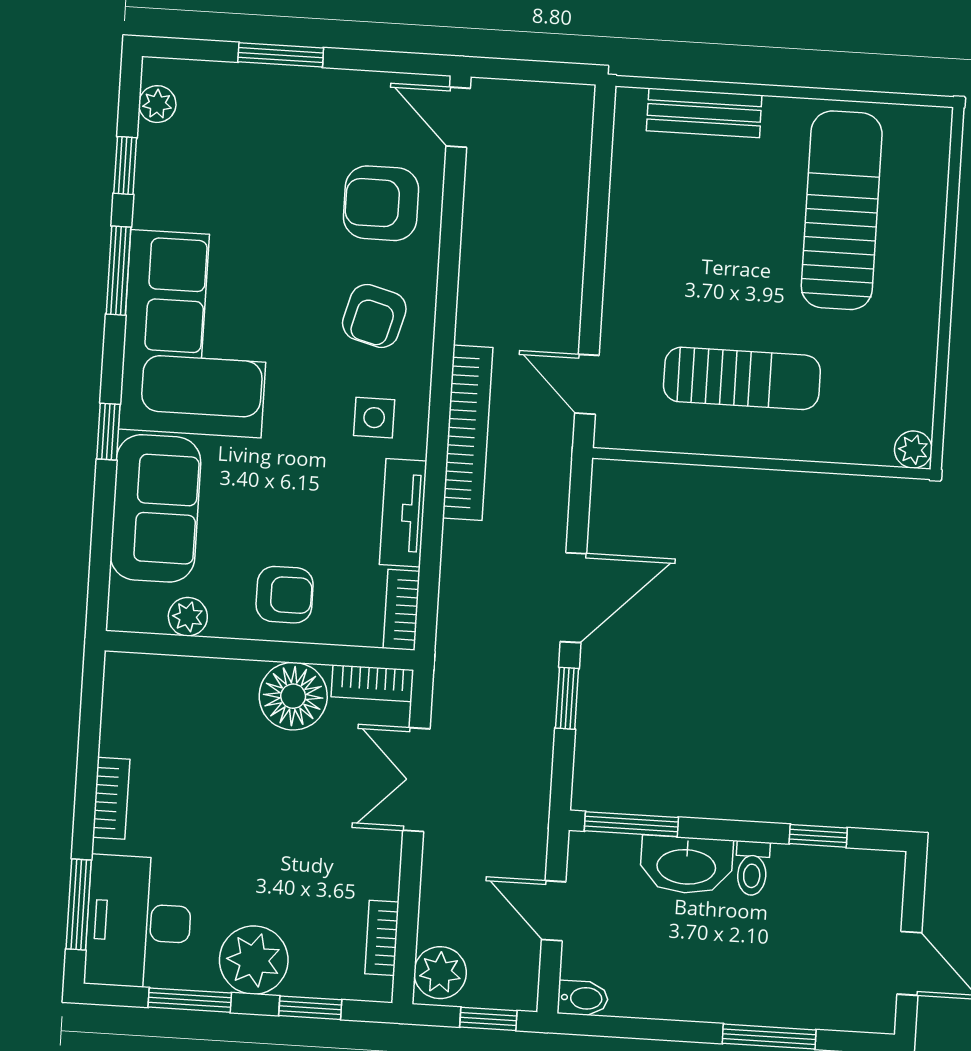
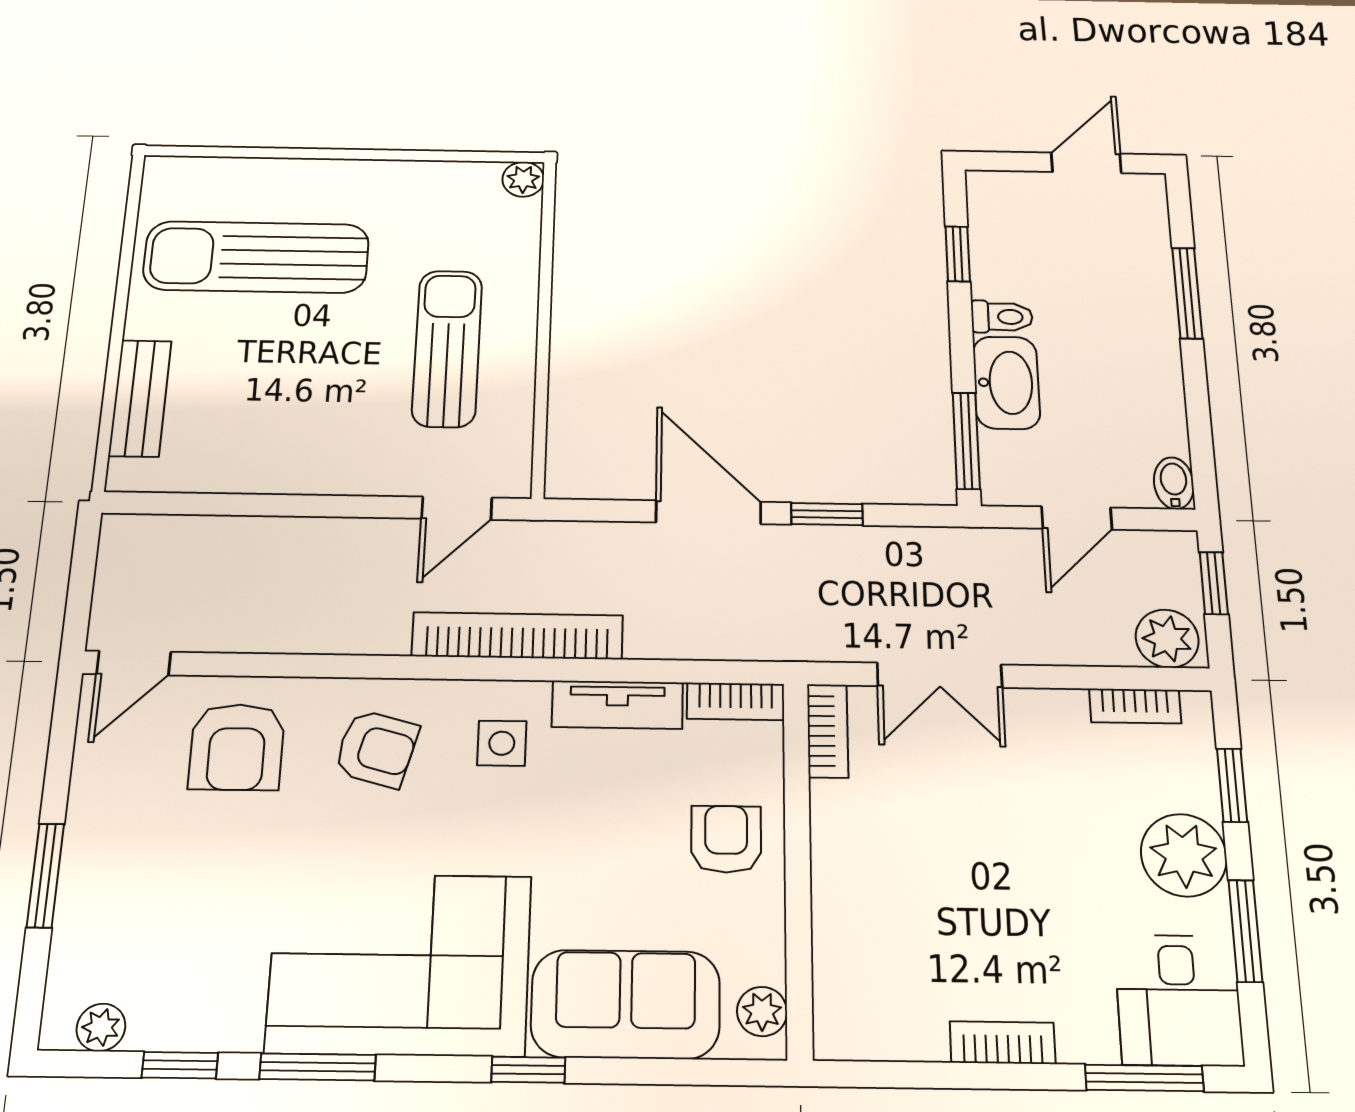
plant: (188, 617) -> (762, 1011), moved
floor lamp: (293, 696) -> (851, 823), removed
desk: (139, 922) -> (1179, 1000), width x0.73

